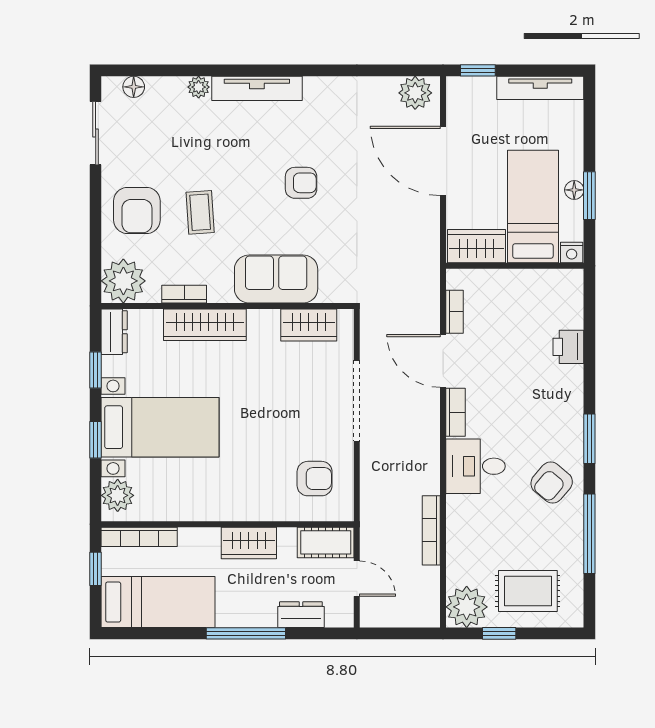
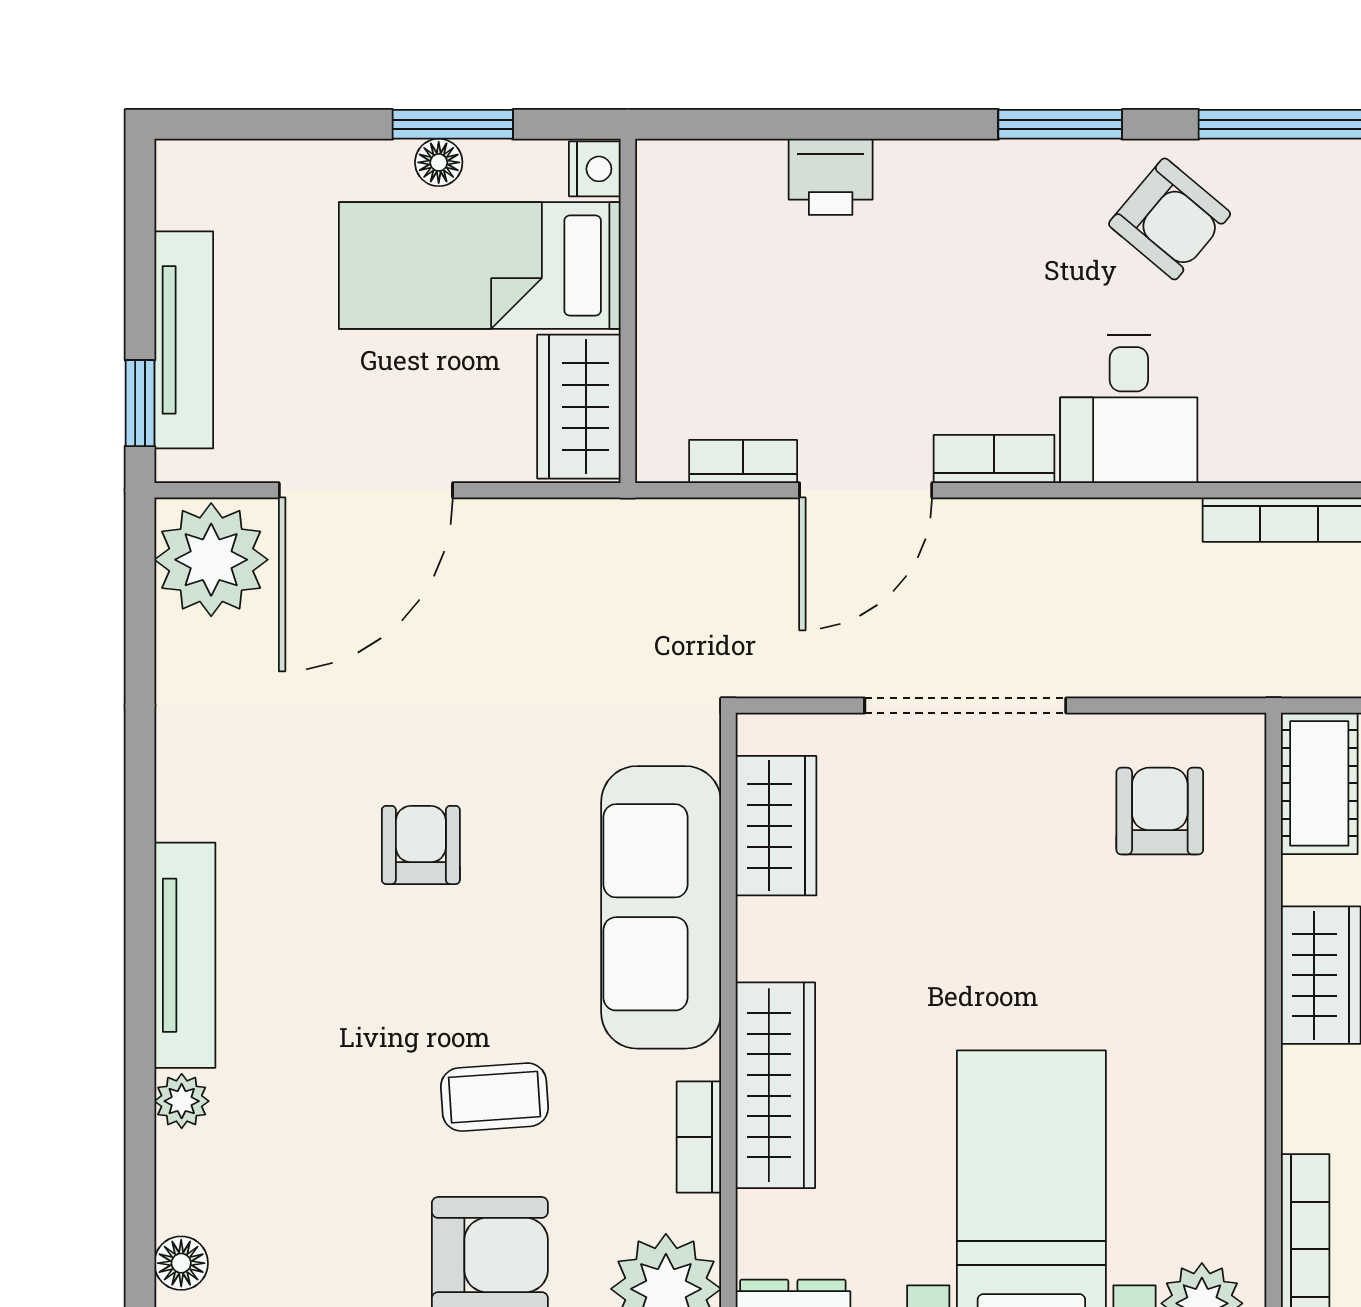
tv unit: (540, 88) -> (184, 340), moved
plant: (415, 93) -> (211, 560), width x1.36, depth x1.36
sofa: (276, 279) -> (661, 907), width x1.36

